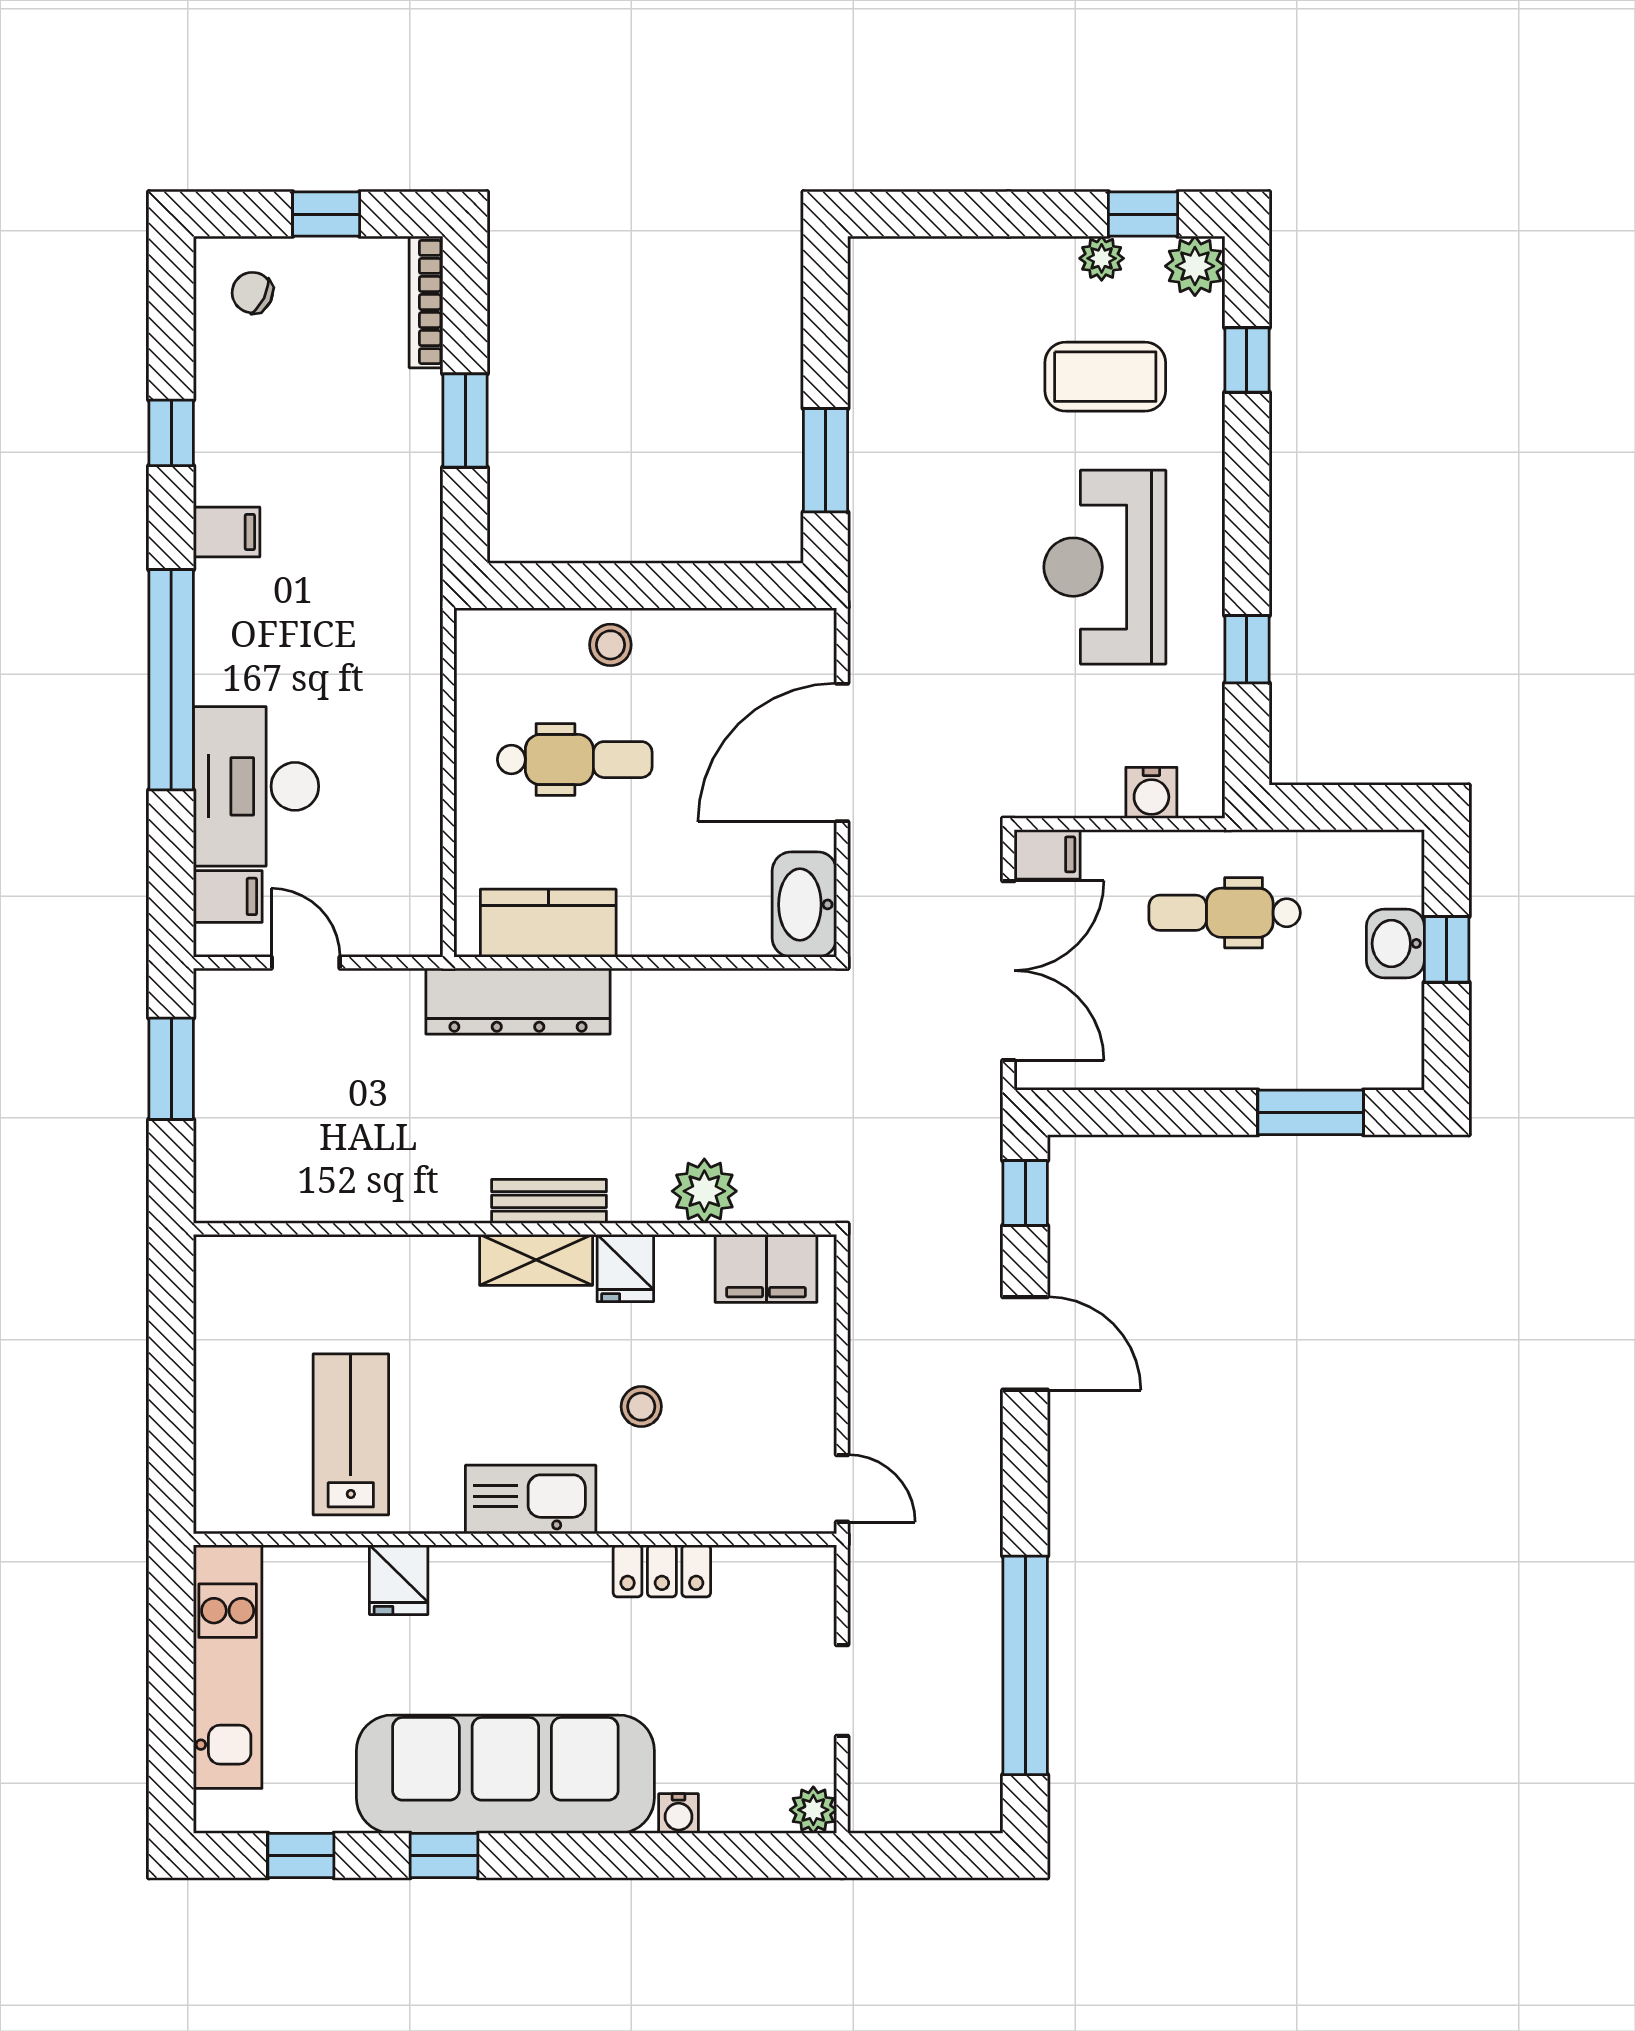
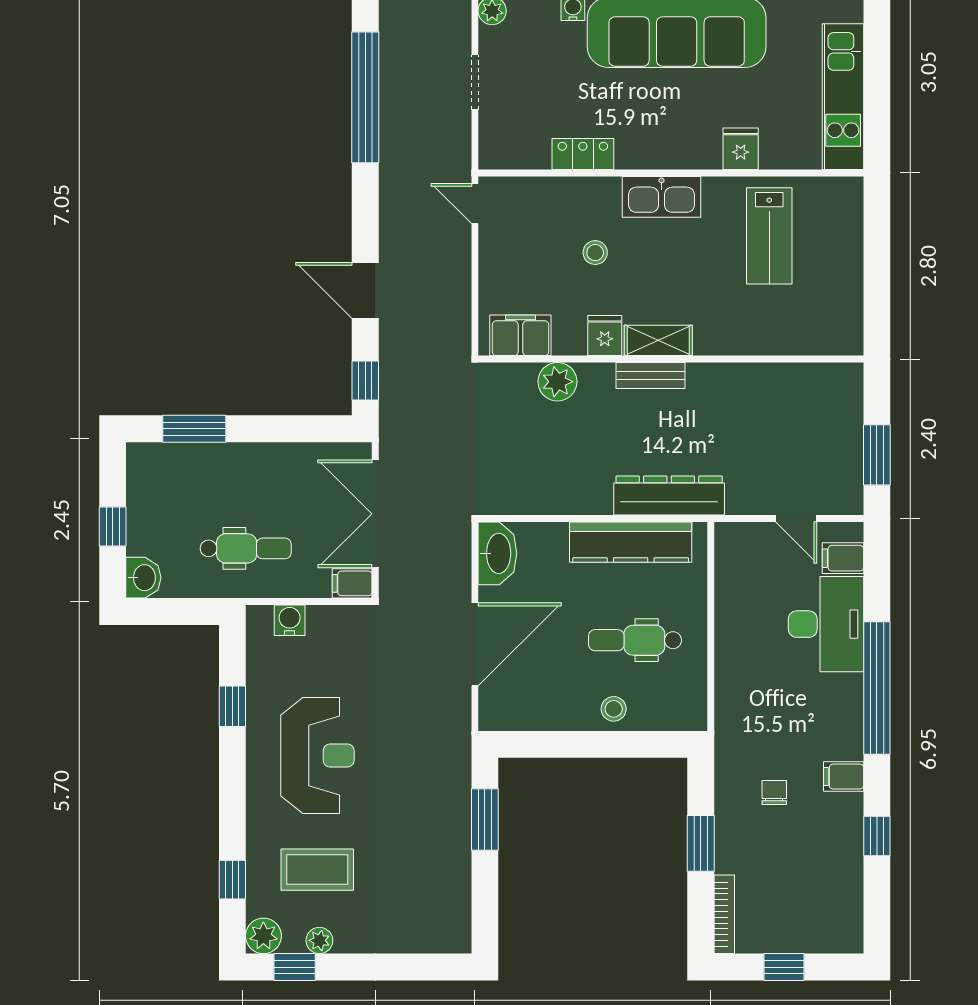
chair: (252, 293) -> (774, 792), moved, turned -116
kitchen counter: (548, 923) -> (631, 542), width x1.50
washbasin: (1395, 943) -> (143, 578), moved

